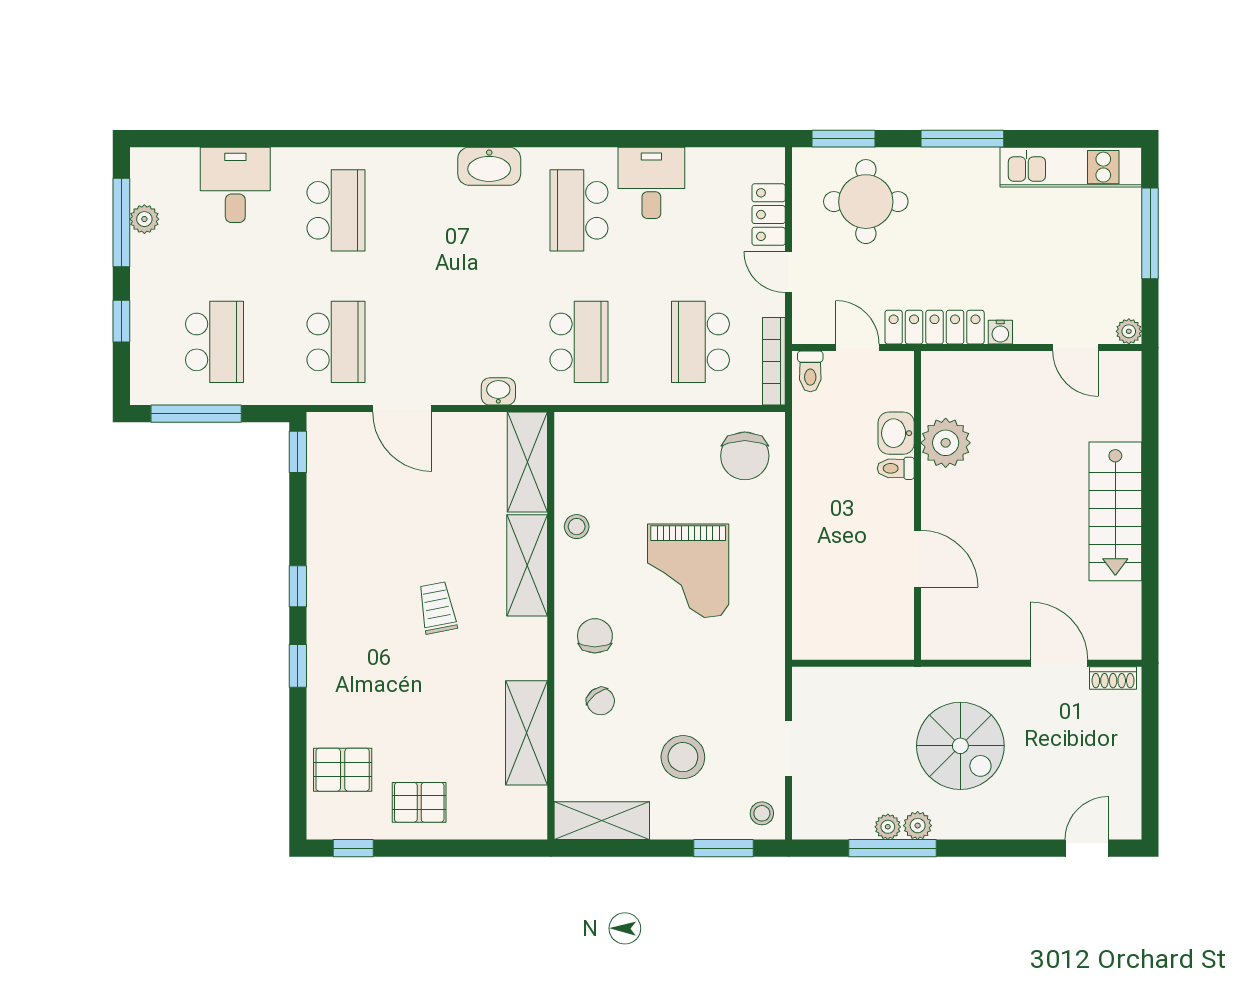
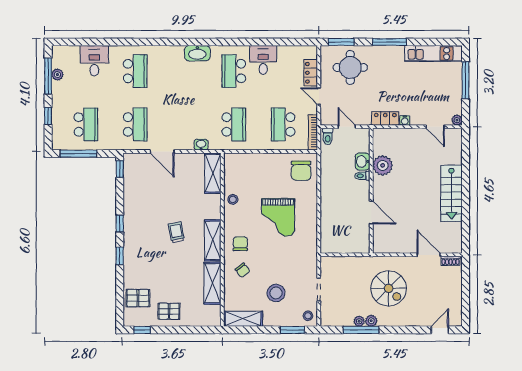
locker: (935, 327) -> (385, 118), width x0.66
shelving: (527, 565) -> (213, 240), moved

